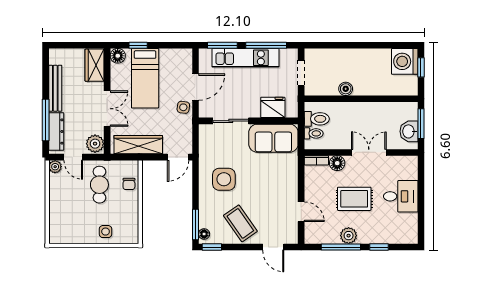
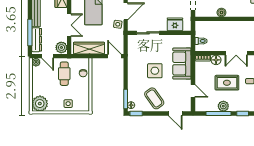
toilet: (317, 119) -> (203, 32), removed
sofa: (273, 138) -> (182, 64), moved, turned 90
double door: (369, 152) -> (236, 53), swing flipped
door: (178, 157) -> (114, 56), swing flipped
side table: (224, 179) -> (155, 71), moved
plant: (61, 232) -> (40, 104), added

